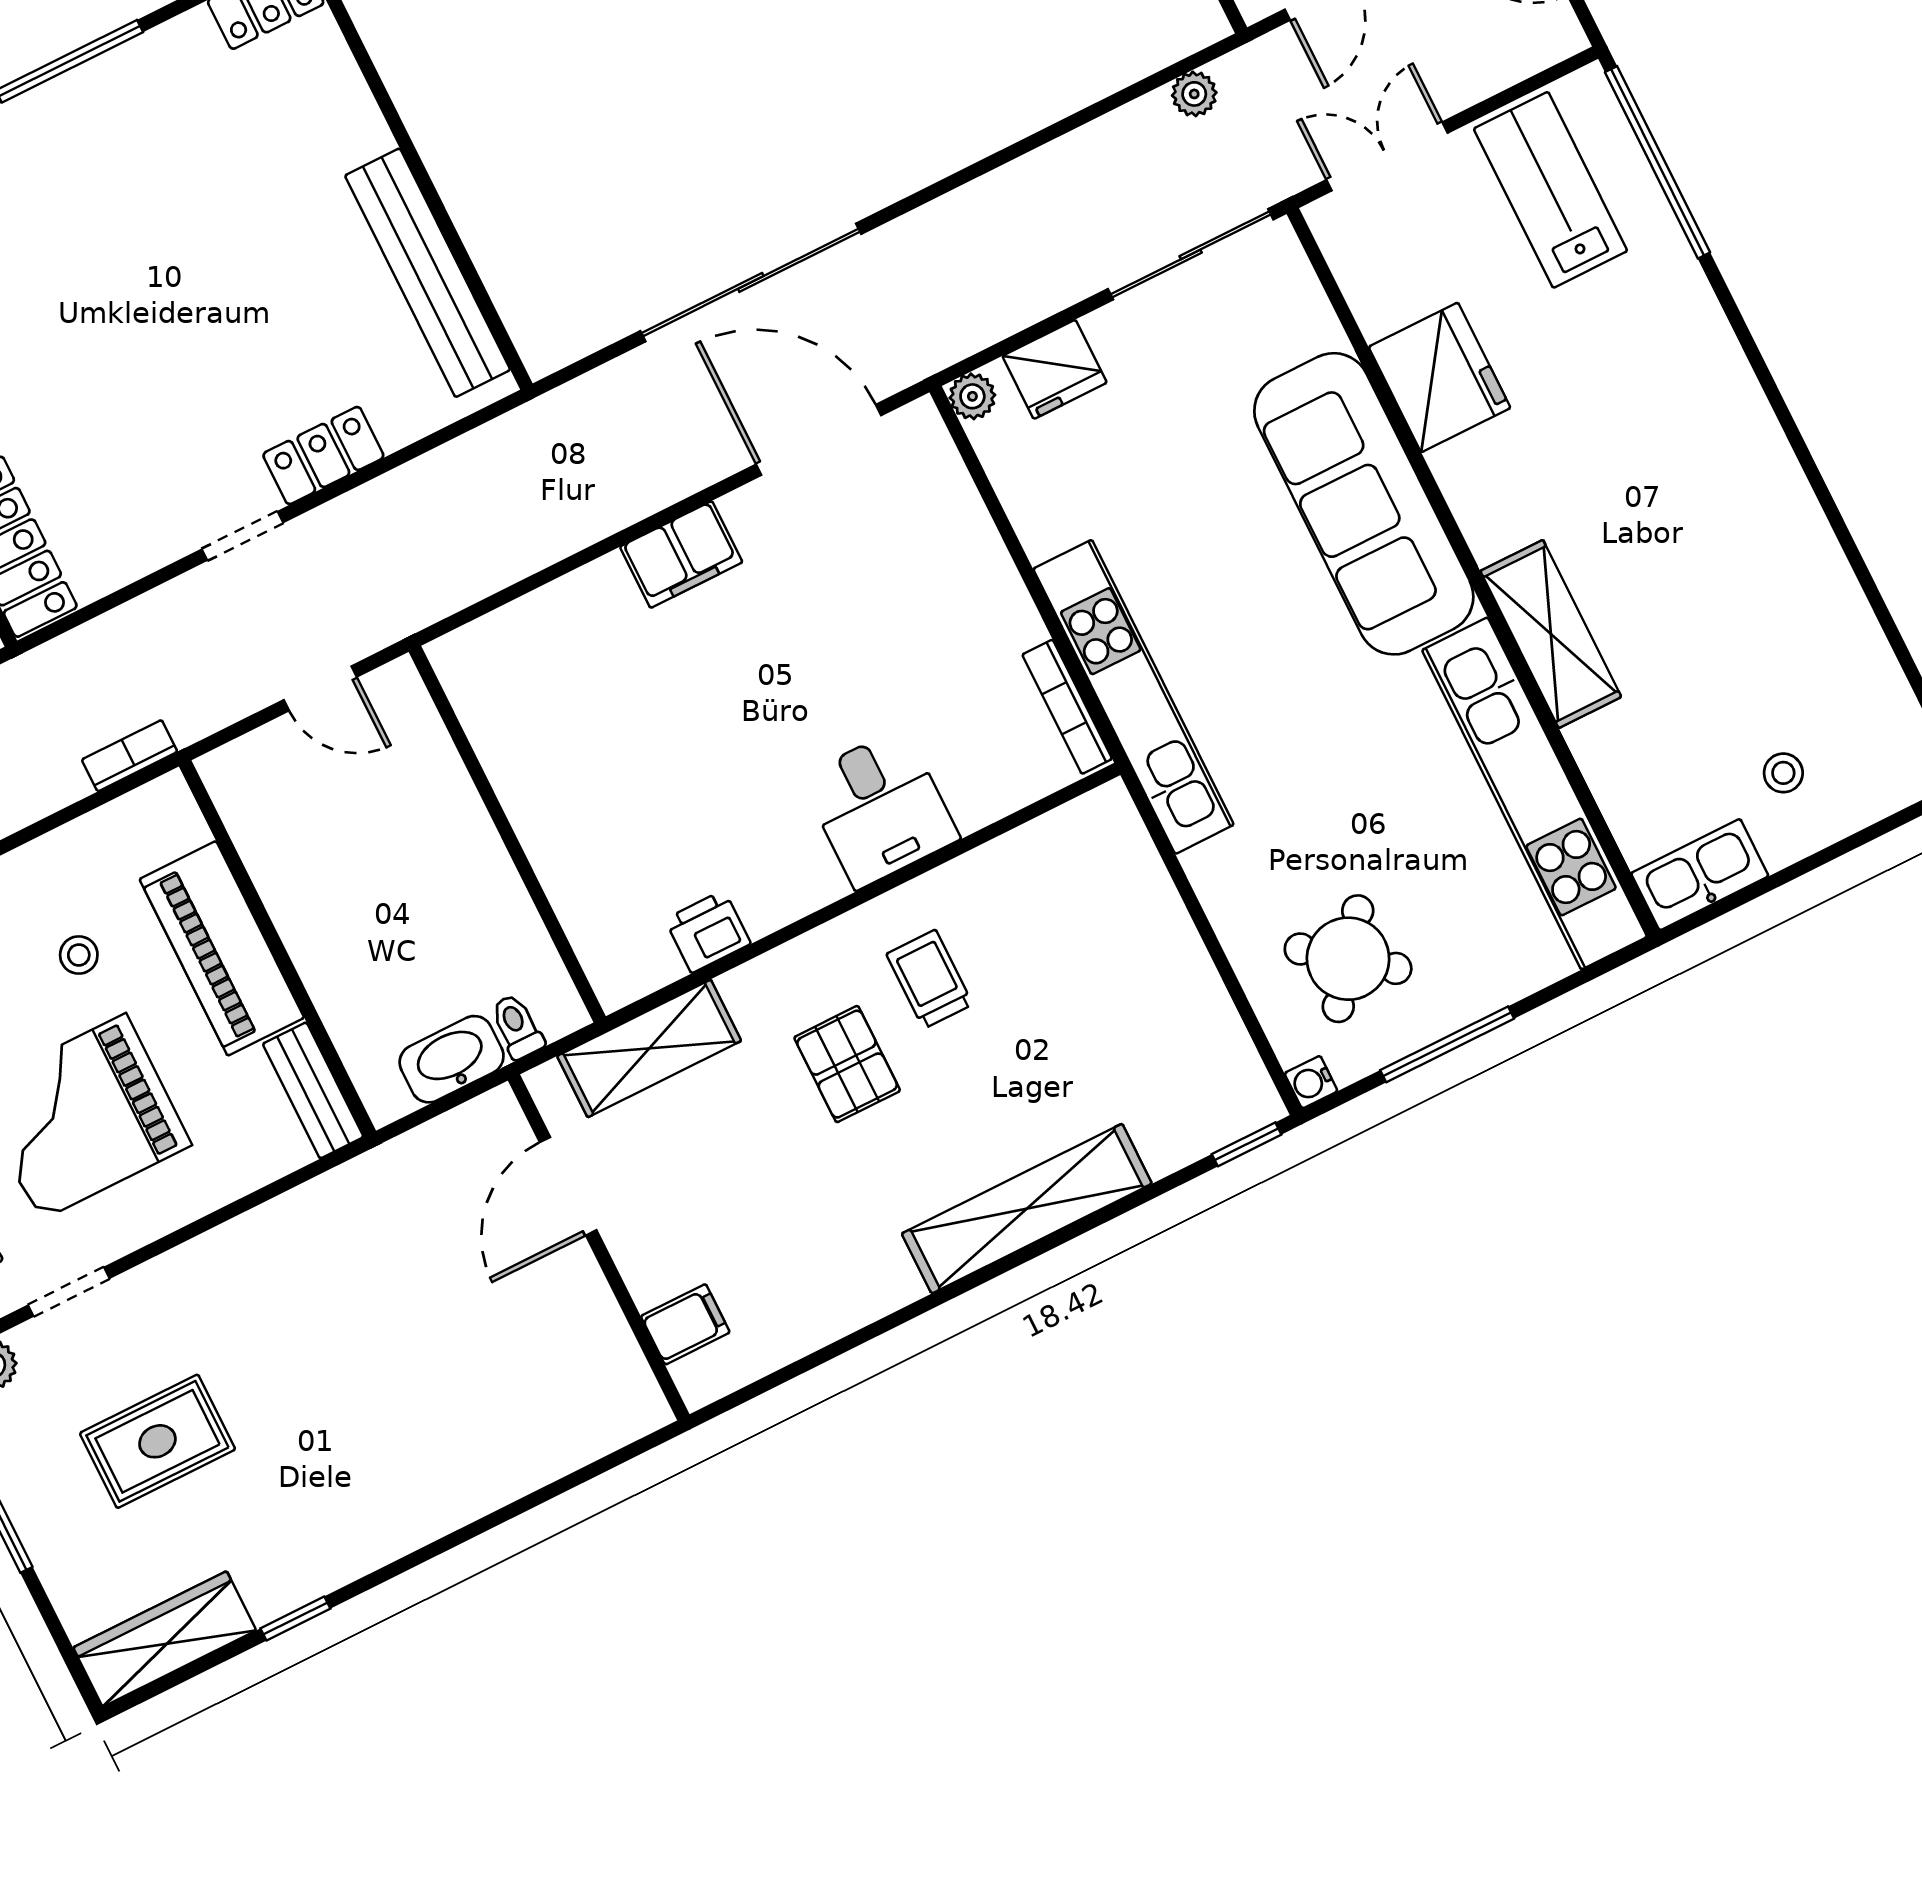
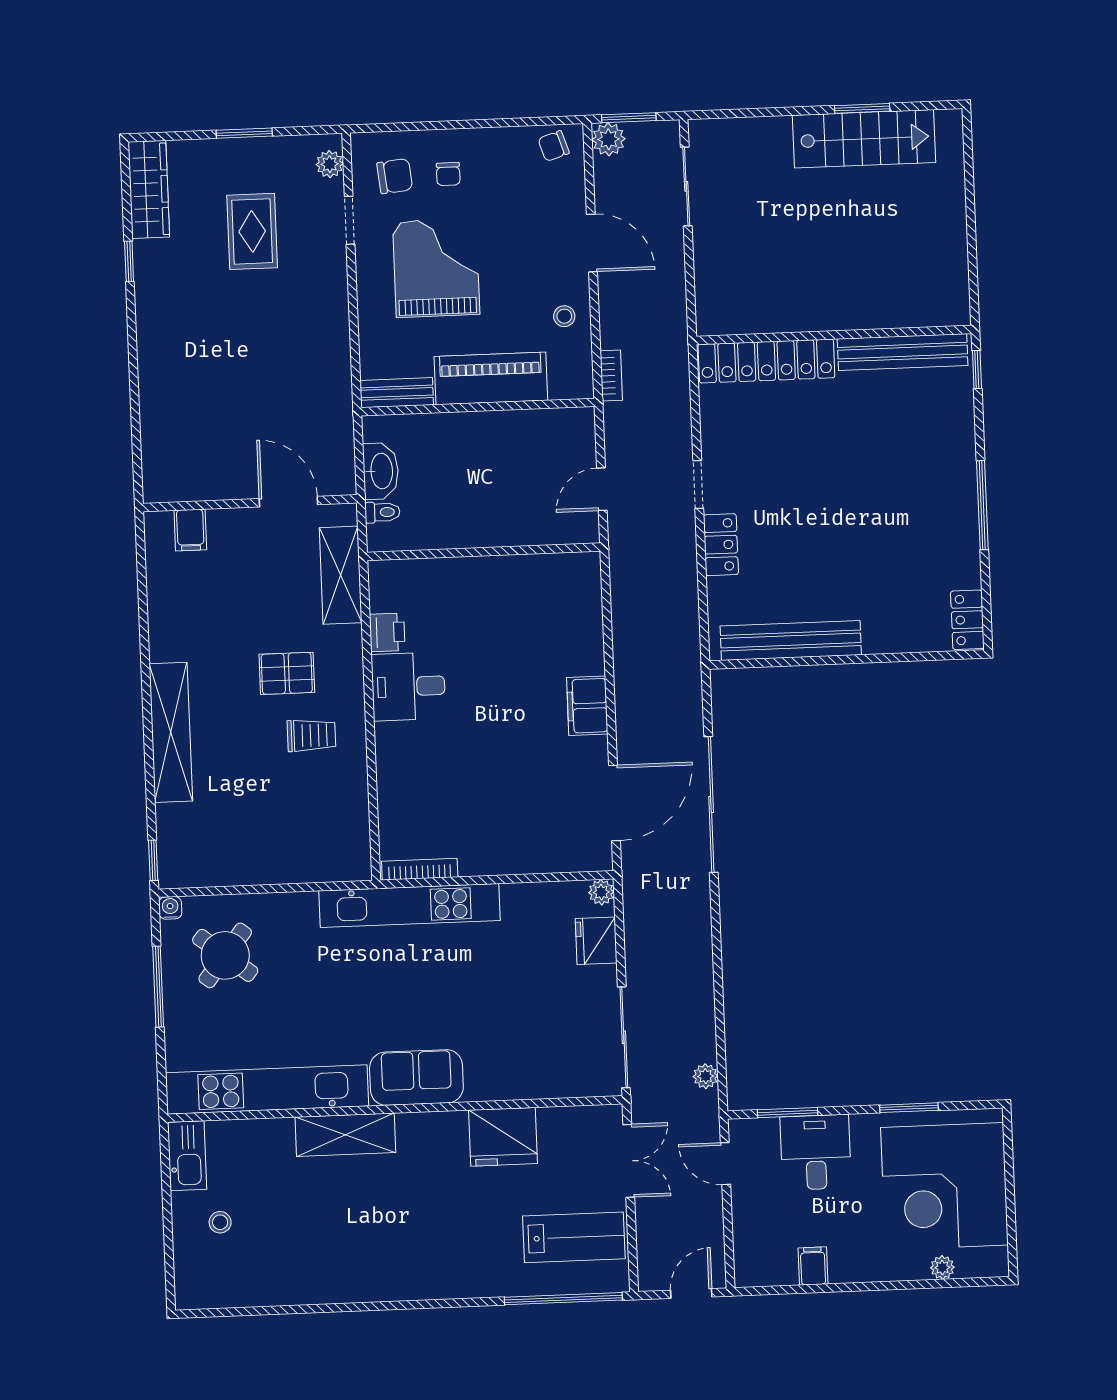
sofa: (1364, 504) -> (416, 1078), width x0.54, depth x0.79
desk: (880, 808) -> (408, 686), moved
stool: (79, 955) -> (564, 316), moved

